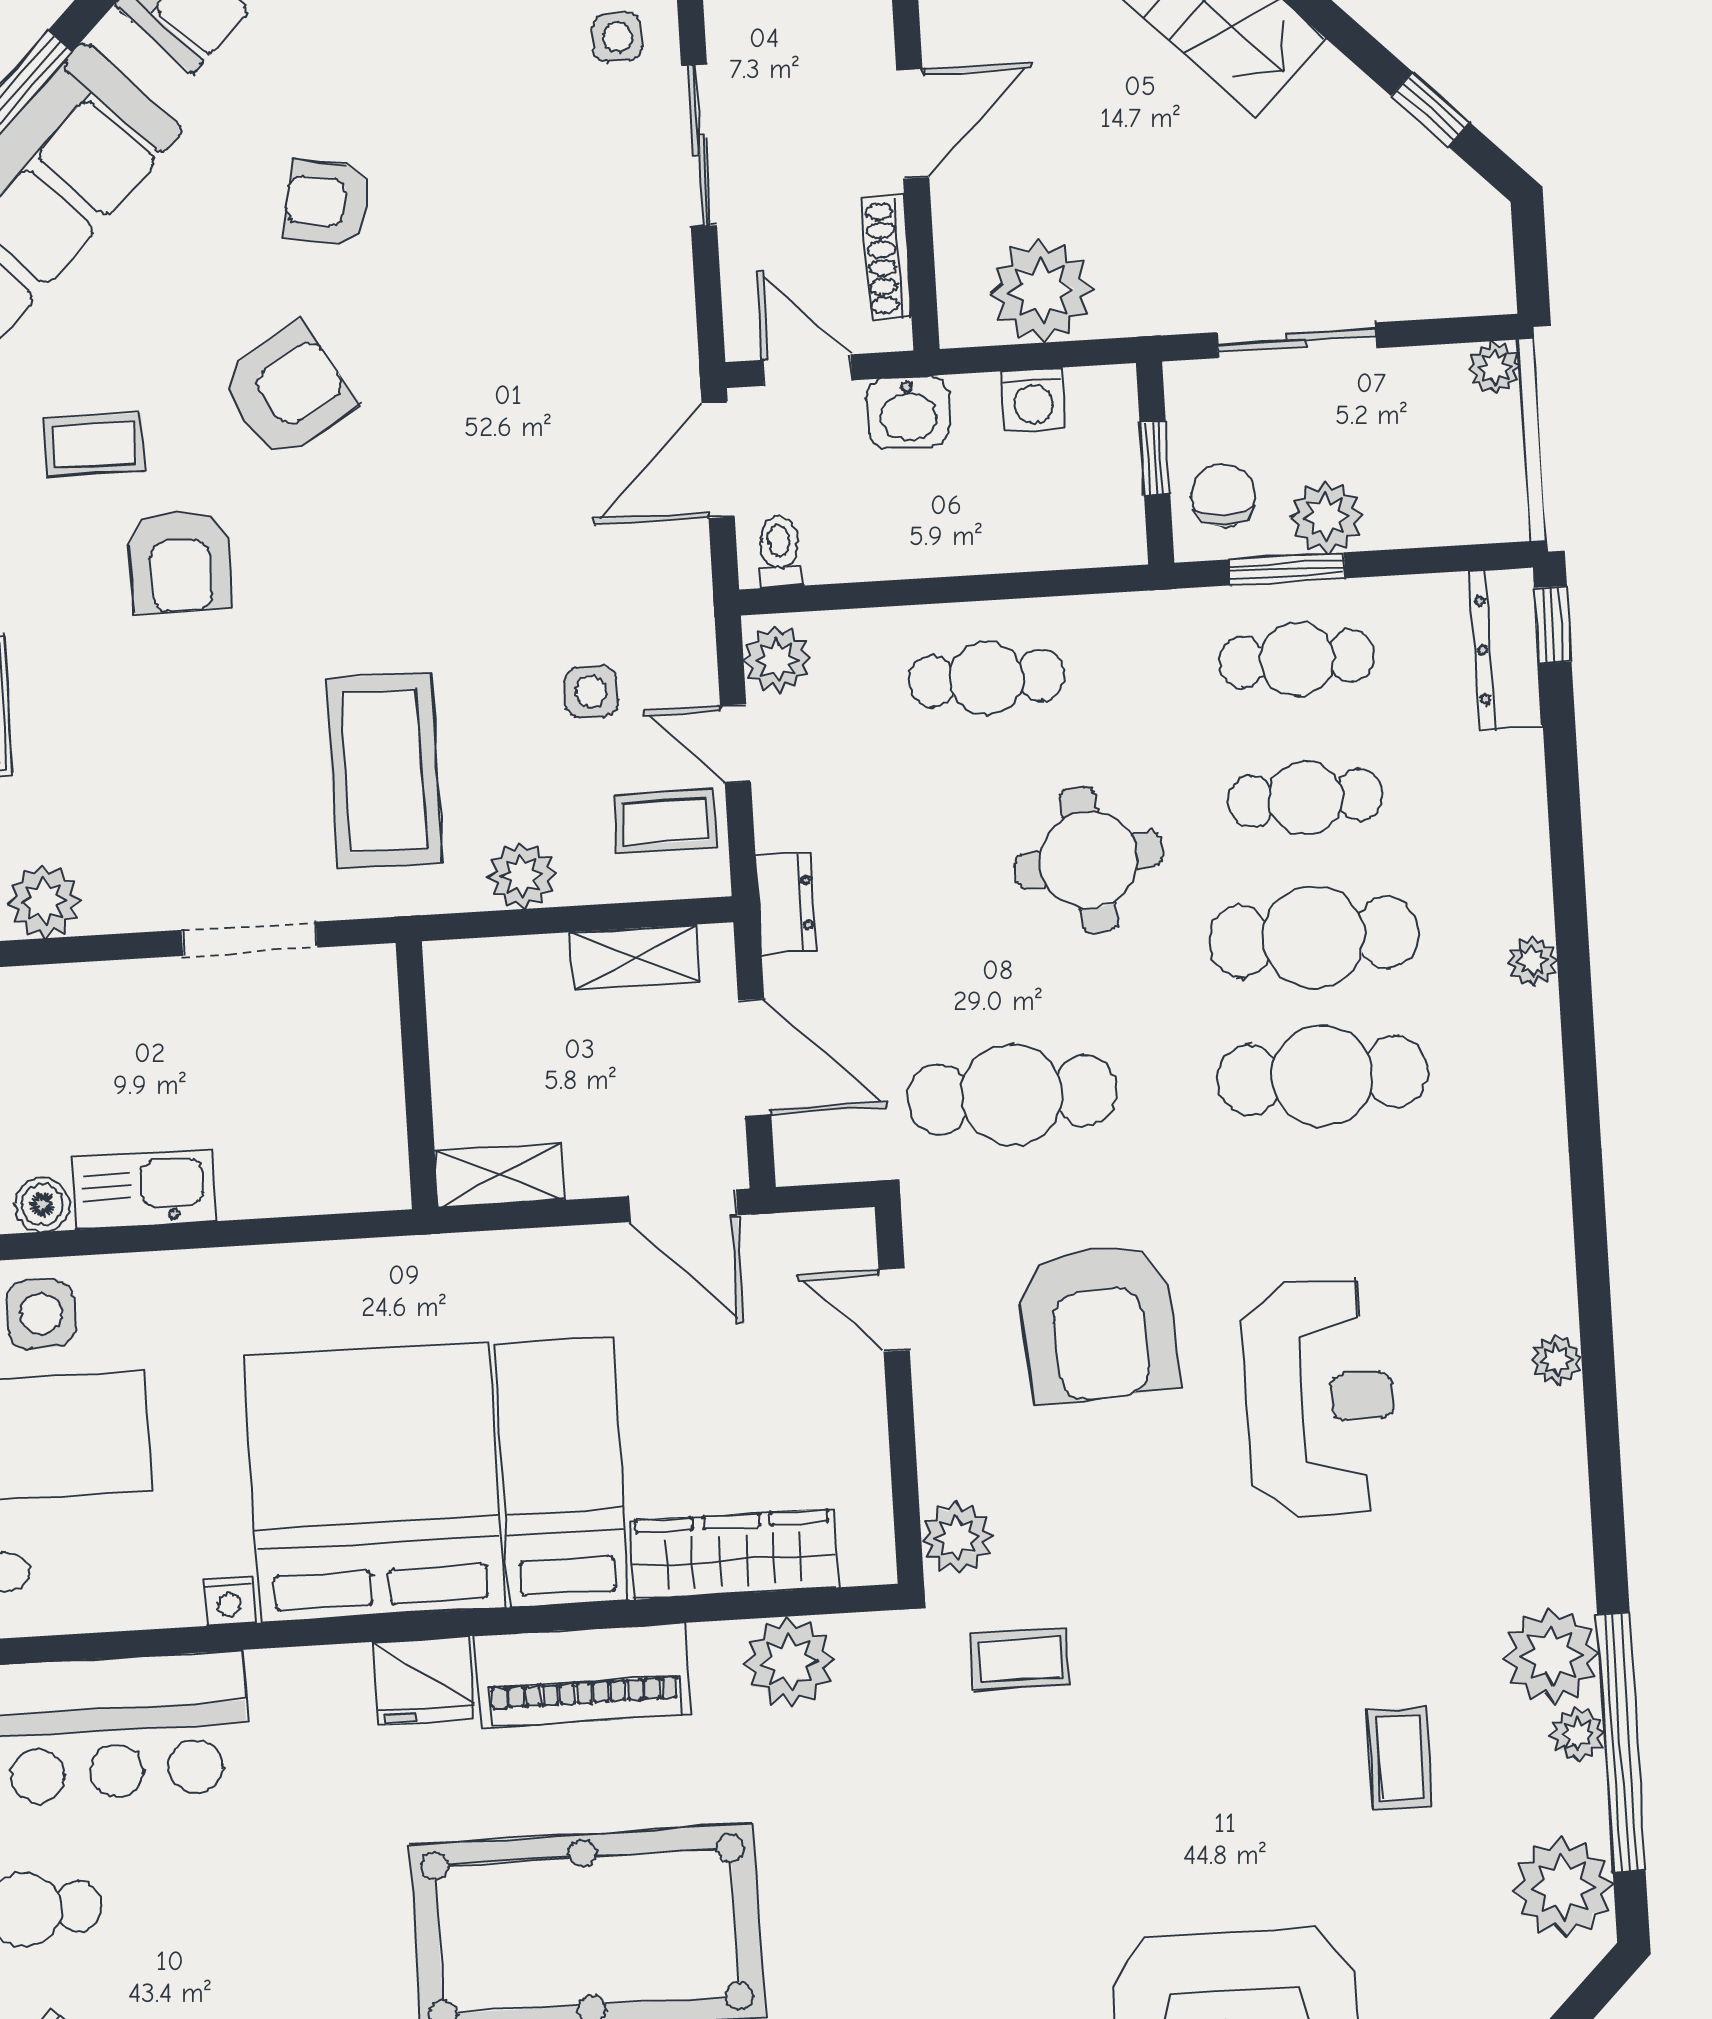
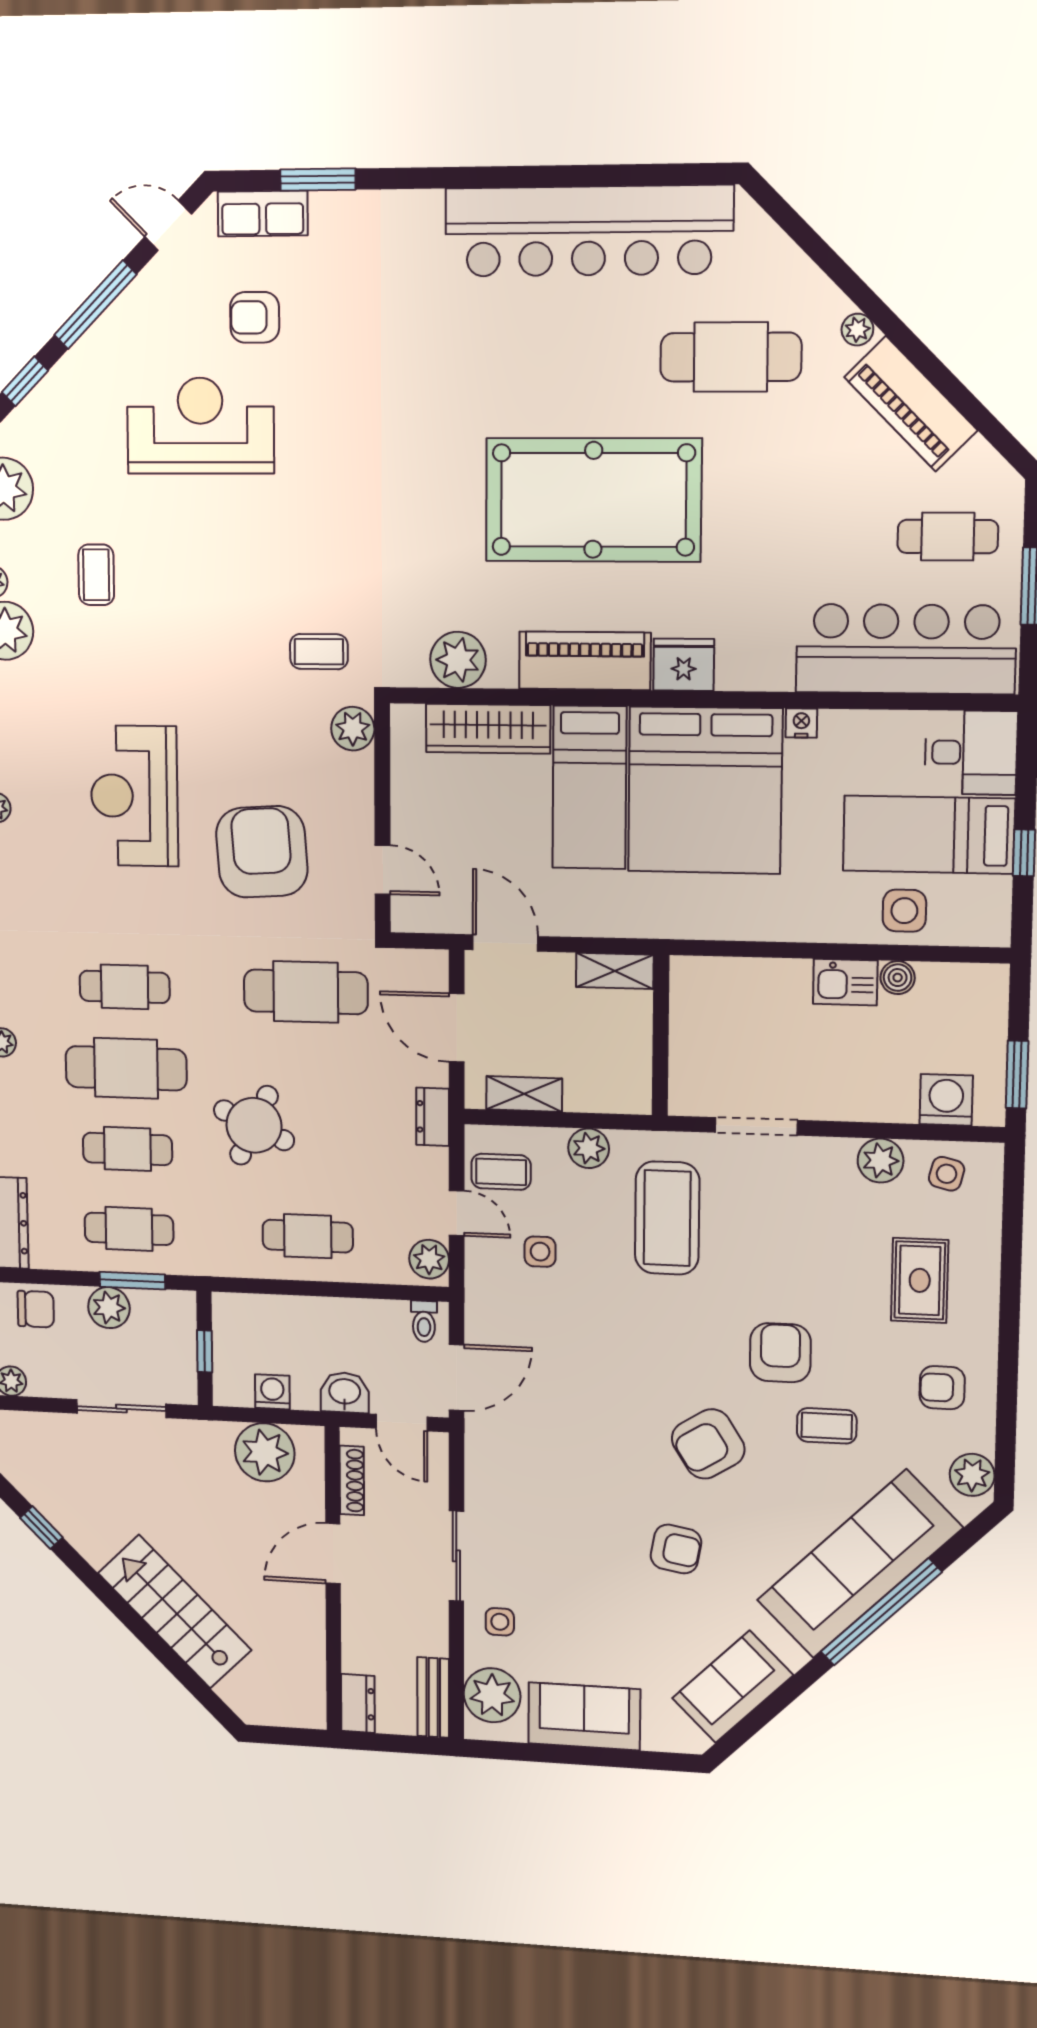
chair: (1223, 495) -> (36, 1309), moved, turned -90
round table: (1089, 860) -> (254, 1125), turned 32
cafe table: (1322, 1076) -> (125, 987), width x0.73, depth x0.74
kitchen sink: (144, 1188) -> (845, 982), width x0.73

